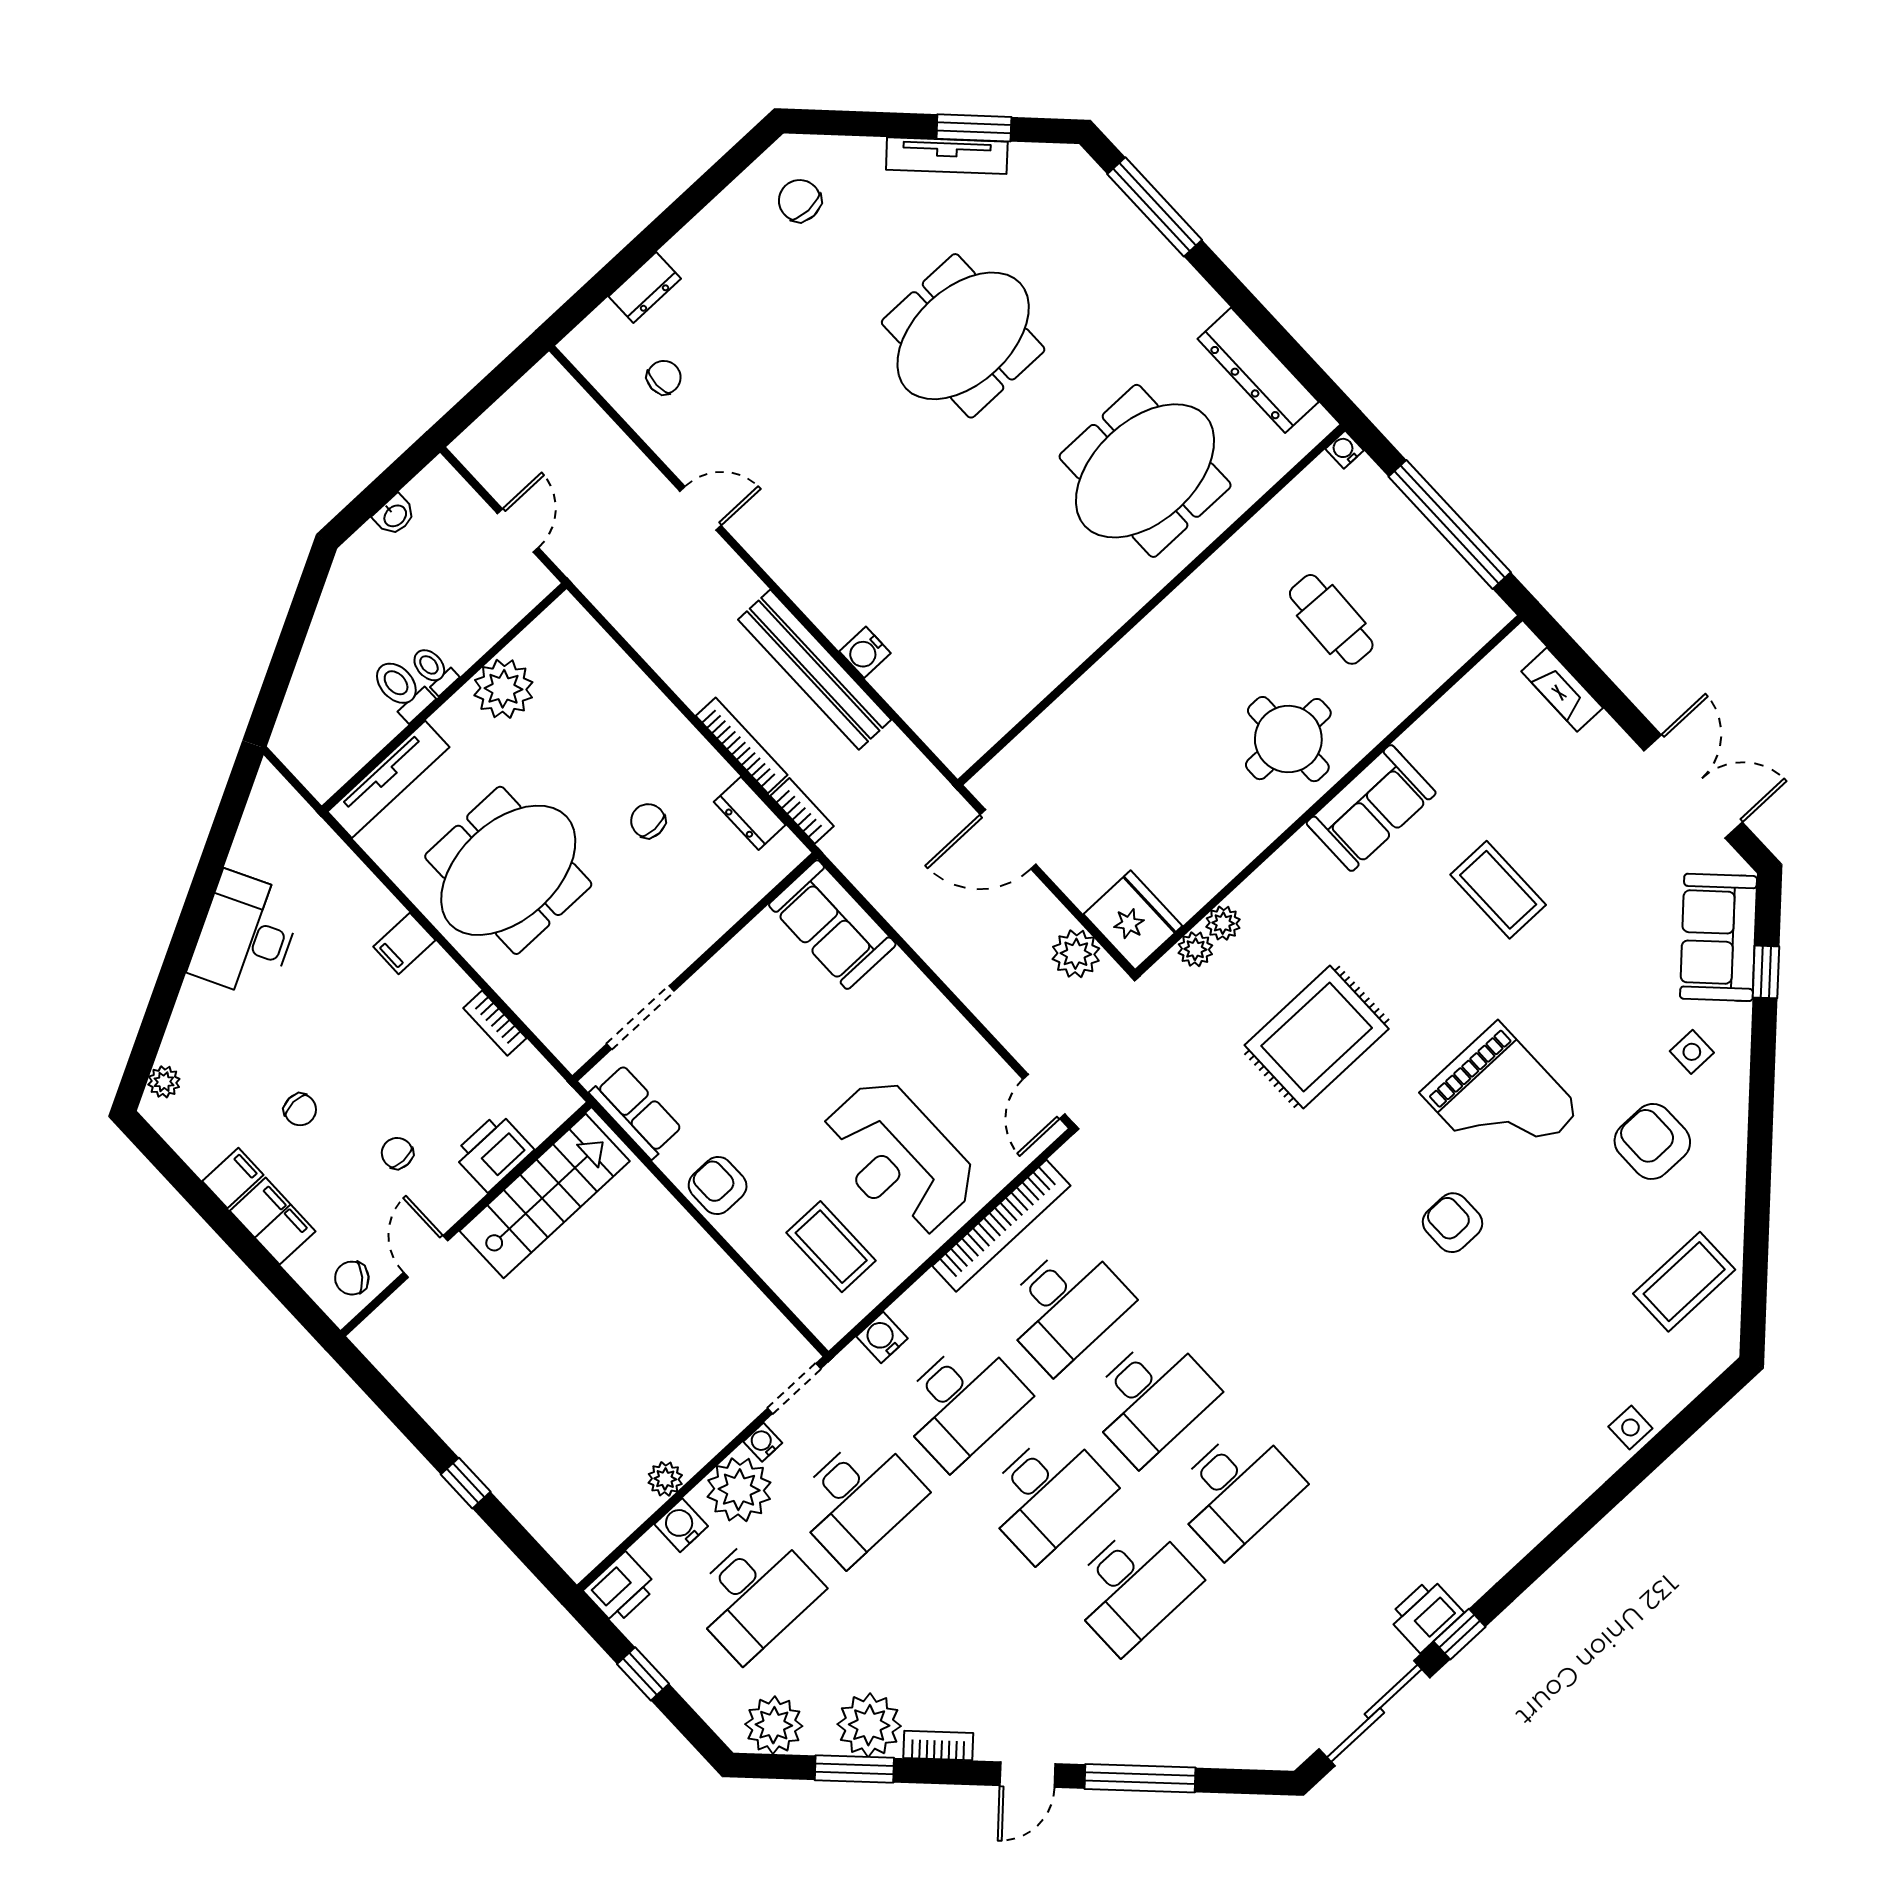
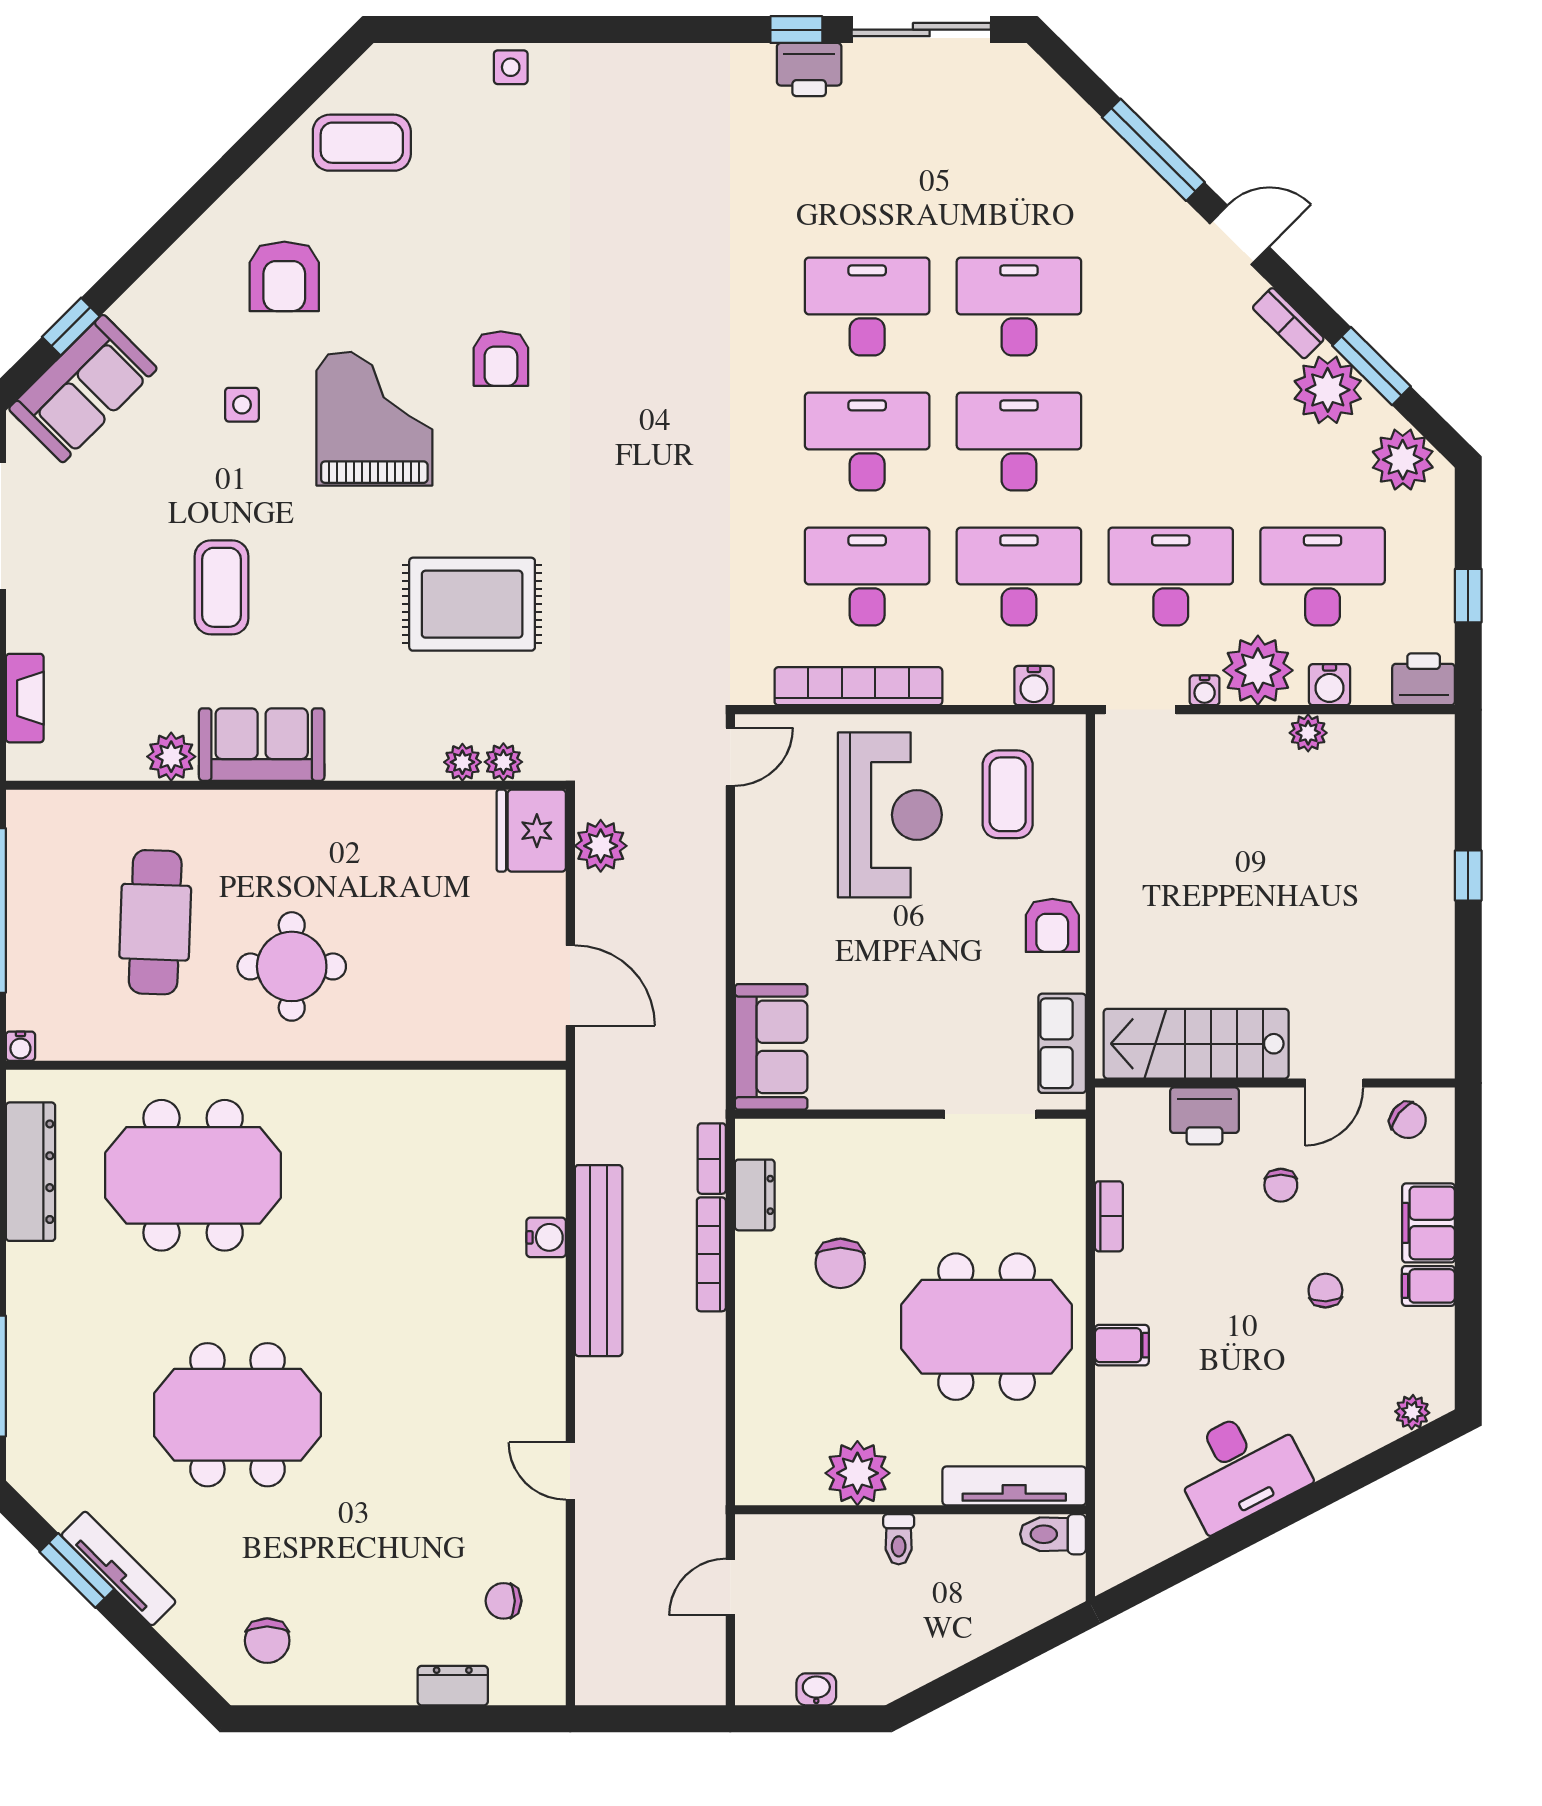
cafe table: (1331, 619) -> (155, 922), width x1.37, depth x1.35
toilet: (402, 689) -> (1053, 1534), moved, turned 90
round table: (1288, 739) -> (292, 966), moved
plant: (1425, 742) -> (171, 757), added
chair: (648, 821) -> (840, 1263), width x1.37, depth x1.37
side table: (1692, 1052) -> (242, 405), moved

